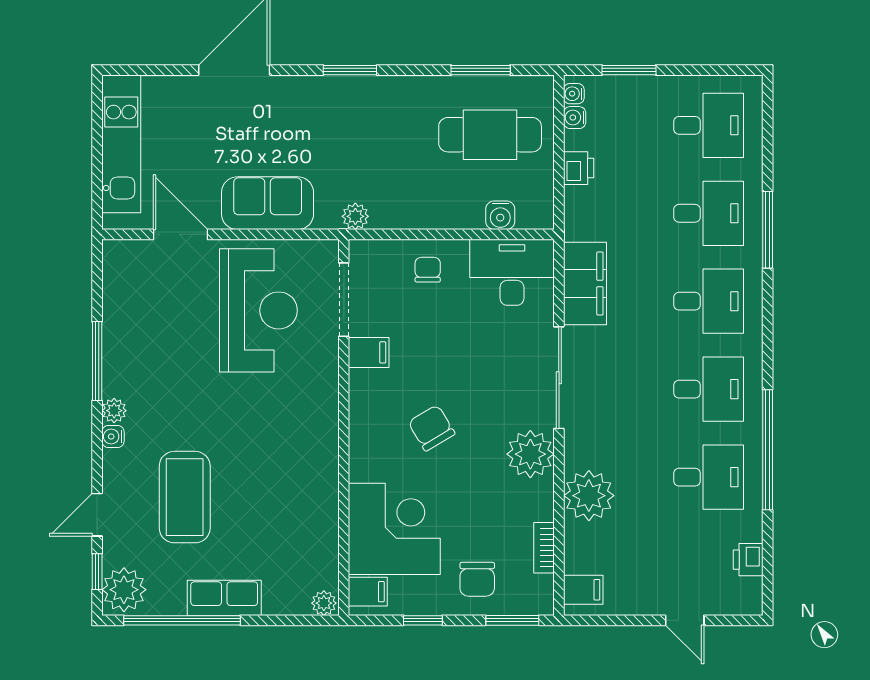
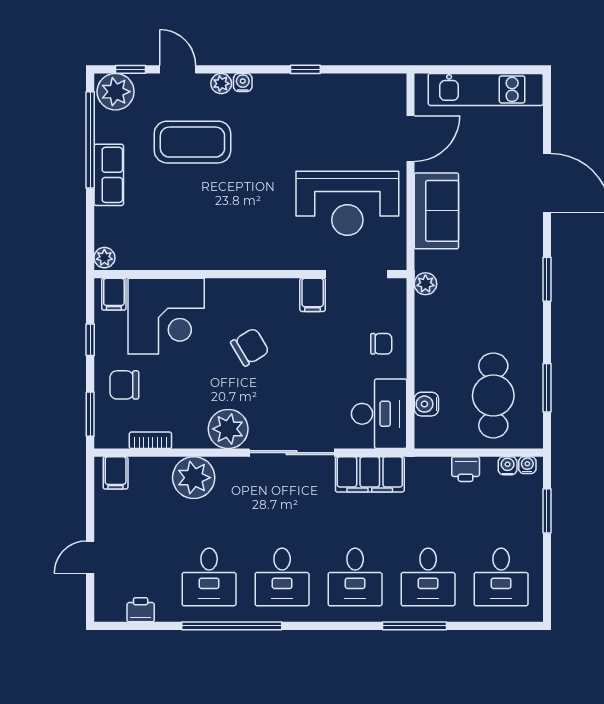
window: (97, 361) -> (305, 69), width x0.46
plant: (114, 411) -> (221, 84), moved

